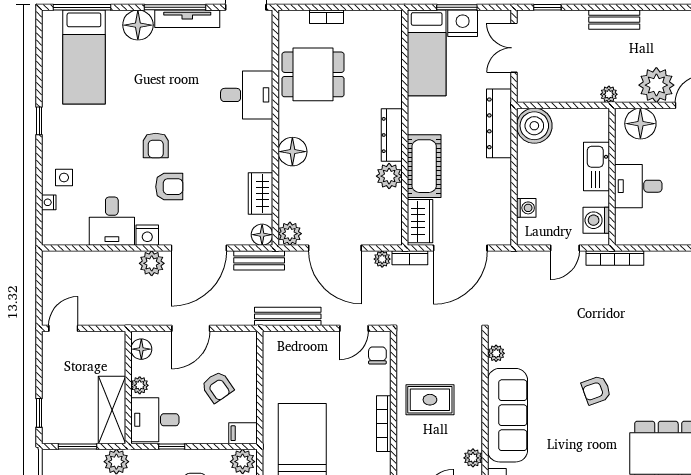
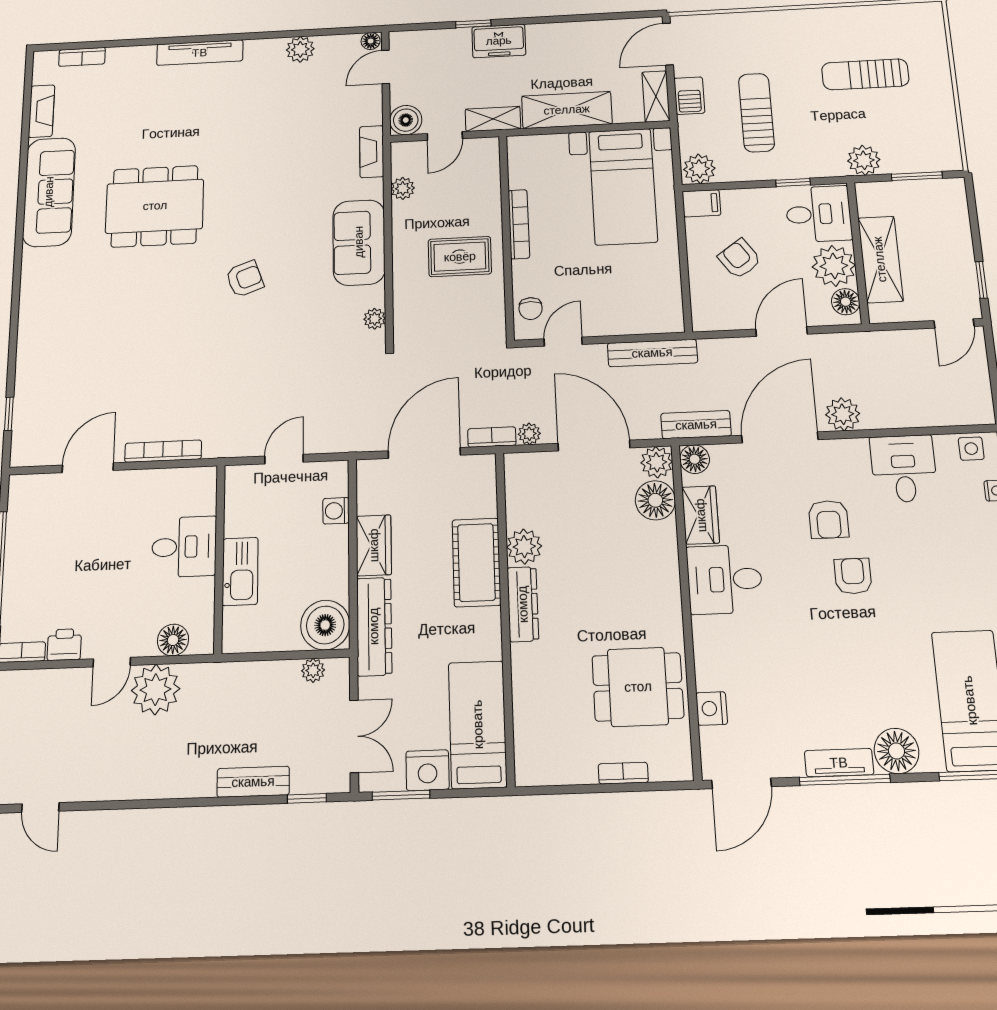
window: (457, 7) -> (401, 795), moved
tv unit: (187, 19) -> (839, 763), width x0.71
bench: (614, 20) -> (253, 782), moved
plant: (609, 94) -> (313, 670), moved
desk: (247, 95) -> (725, 579), moved
floor lamp: (640, 124) -> (173, 640), width x0.73, depth x0.73
floor lamp: (292, 152) -> (655, 500), moved
side table: (64, 178) -> (971, 449), moved
armchair: (169, 187) -> (829, 519), turned -90
washing machine: (596, 220) -> (242, 498), removed
wardrobe: (420, 221) -> (374, 545), moved, turned 180
nightstand: (147, 235) -> (712, 708), moved, turned -90
bookcase: (615, 258) -> (163, 451), moved
plant: (140, 385) -> (834, 266), width x1.87, depth x1.87
shelving: (112, 410) -> (880, 259), moved
window: (39, 413) -> (981, 280), moved
sofa: (508, 415) -> (359, 242), width x0.73

